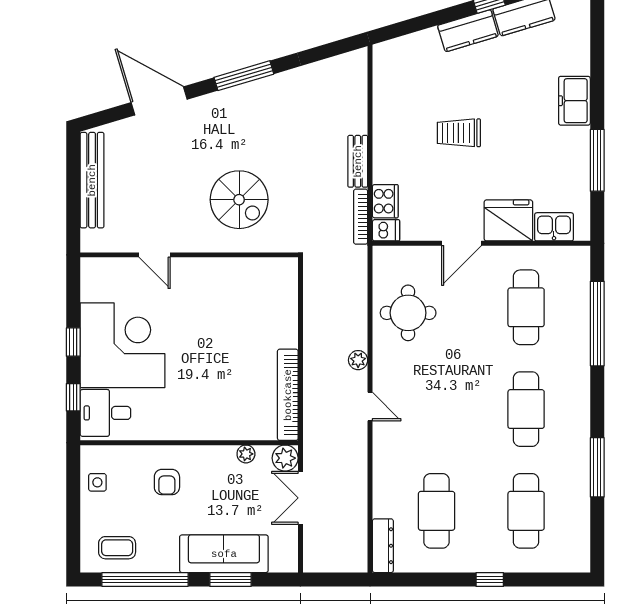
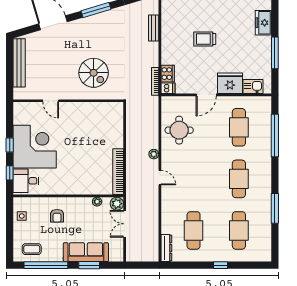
bench: (358, 161) -> (154, 28), moved

